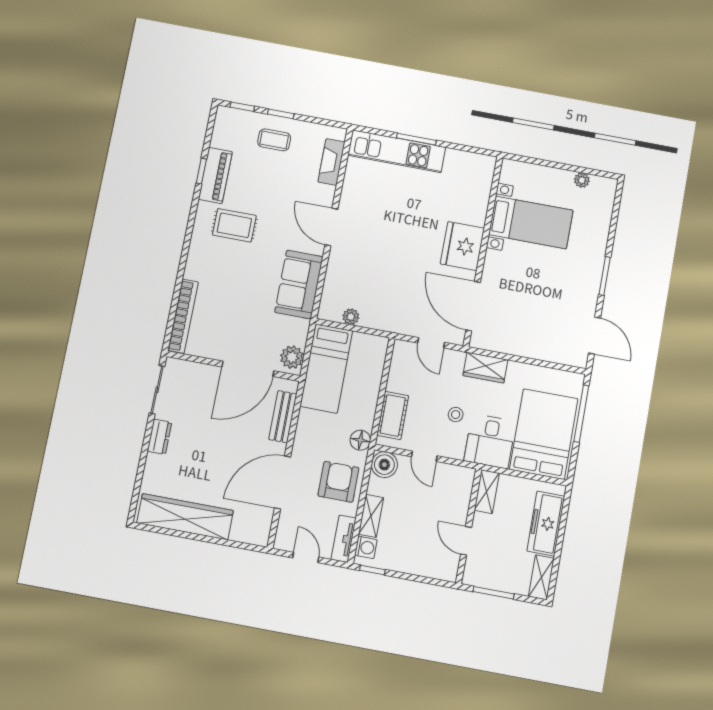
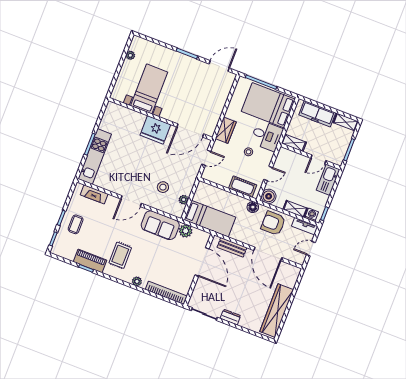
plant: (194, 262) -> (137, 281), added
stool: (366, 277) -> (163, 187), added
plant: (292, 357) -> (186, 231), moved
kitchen sink: (433, 565) -> (328, 180), added

